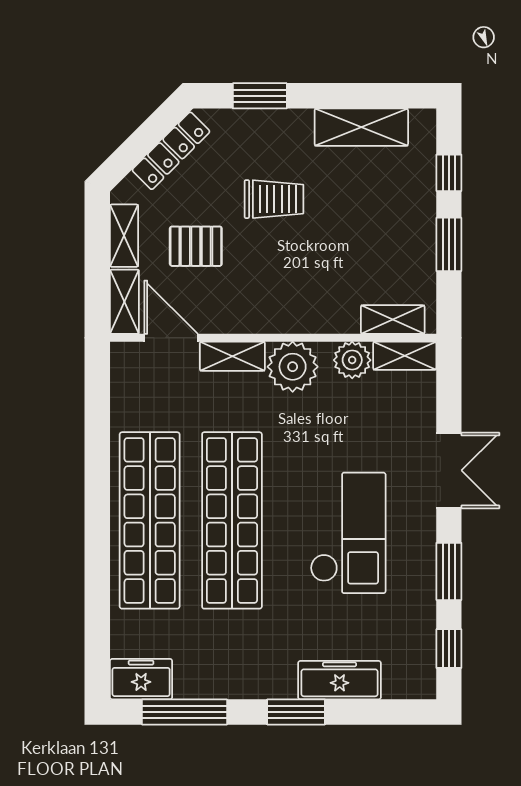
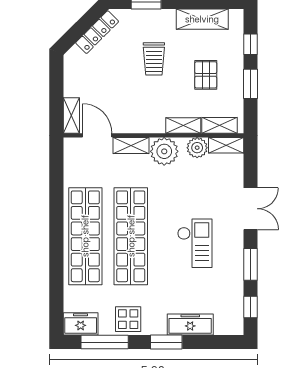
trolley: (274, 199) -> (154, 59), turned 90
shelving: (124, 236) -> (183, 126), moved, turned 90
pallet: (196, 246) -> (206, 75), moved, turned 90
checkout: (348, 533) -> (195, 243), width x0.73, depth x0.83
display table: (227, 671) -> (128, 319), added

